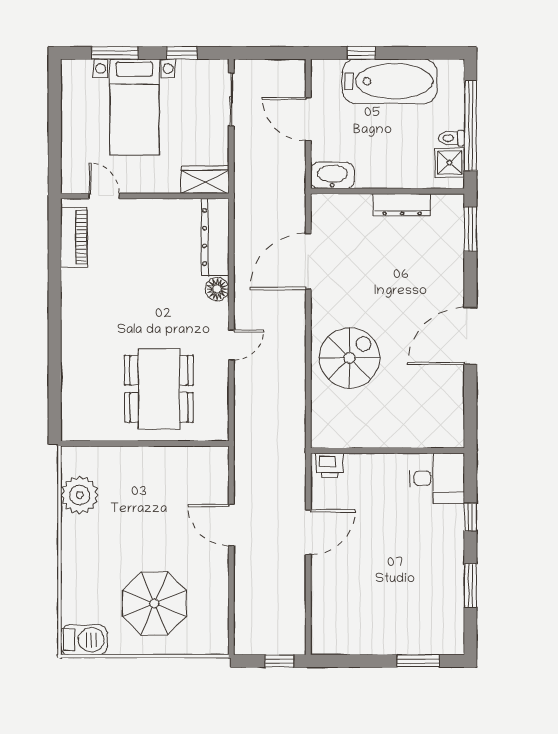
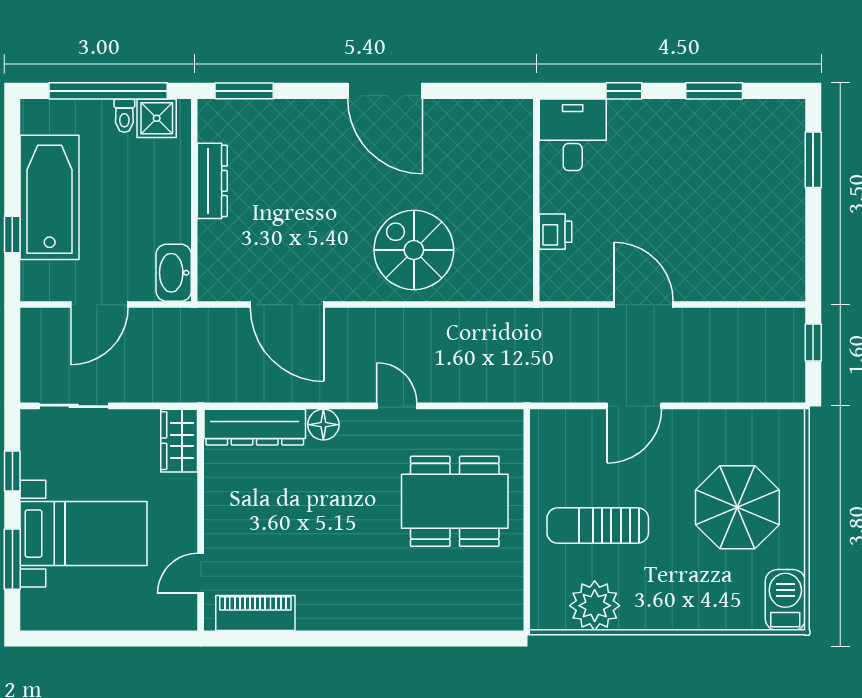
printer: (330, 465) -> (556, 232), moved
sun lounger: (141, 497) -> (598, 526), added

